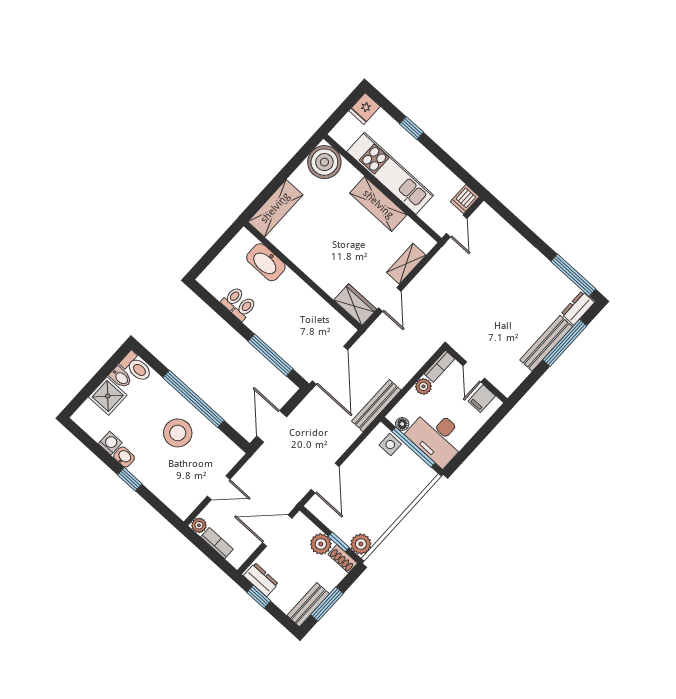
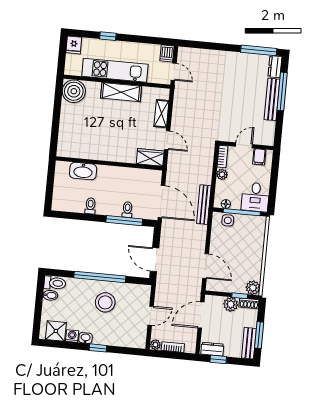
shelving: (275, 208) -> (66, 137), removed
toilet: (232, 298) -> (127, 210), moved
door: (474, 372) -> (244, 145), swing flipped
shower: (108, 396) -> (56, 331), moved
desk: (437, 437) -> (255, 197), width x0.73

